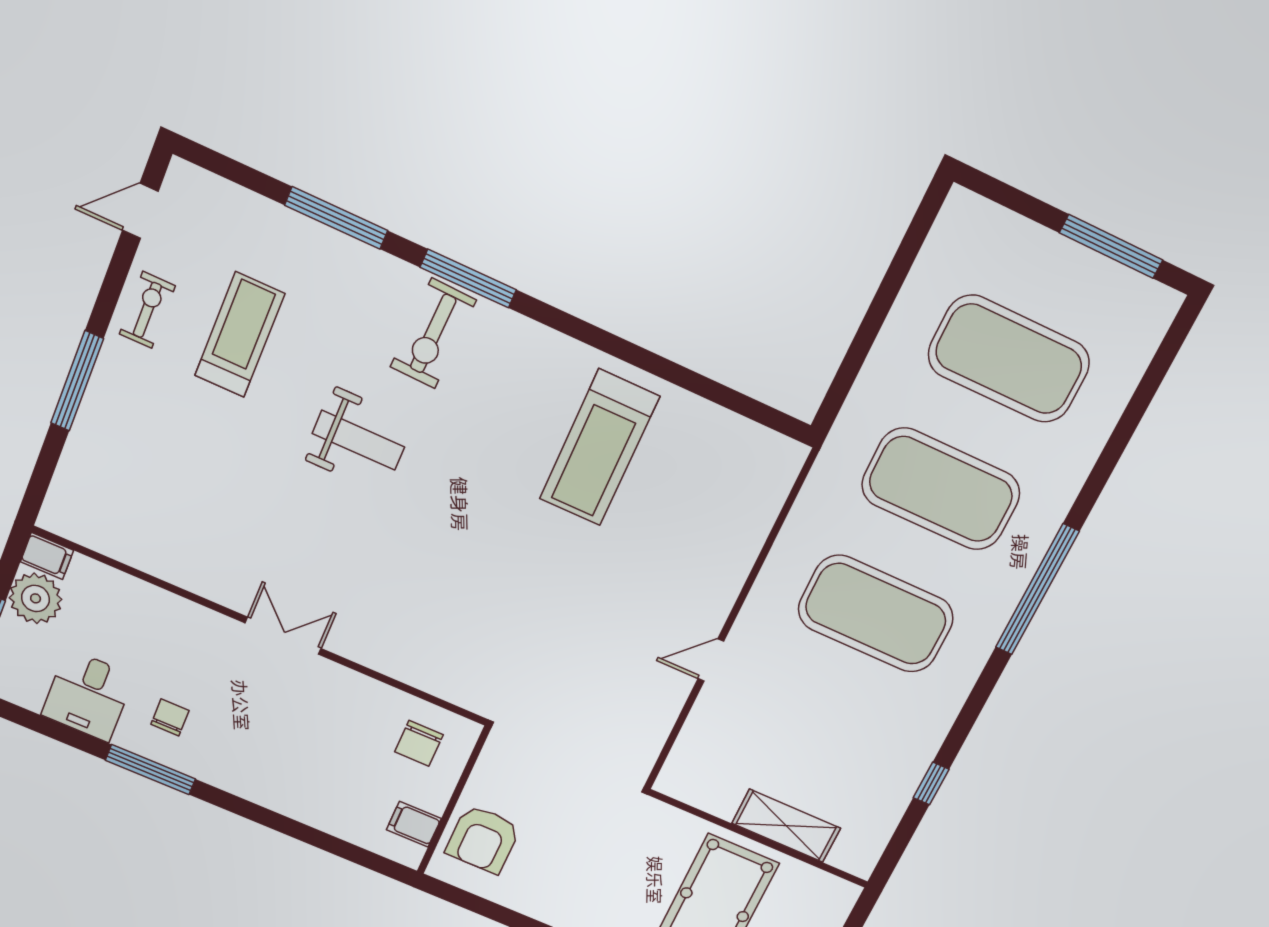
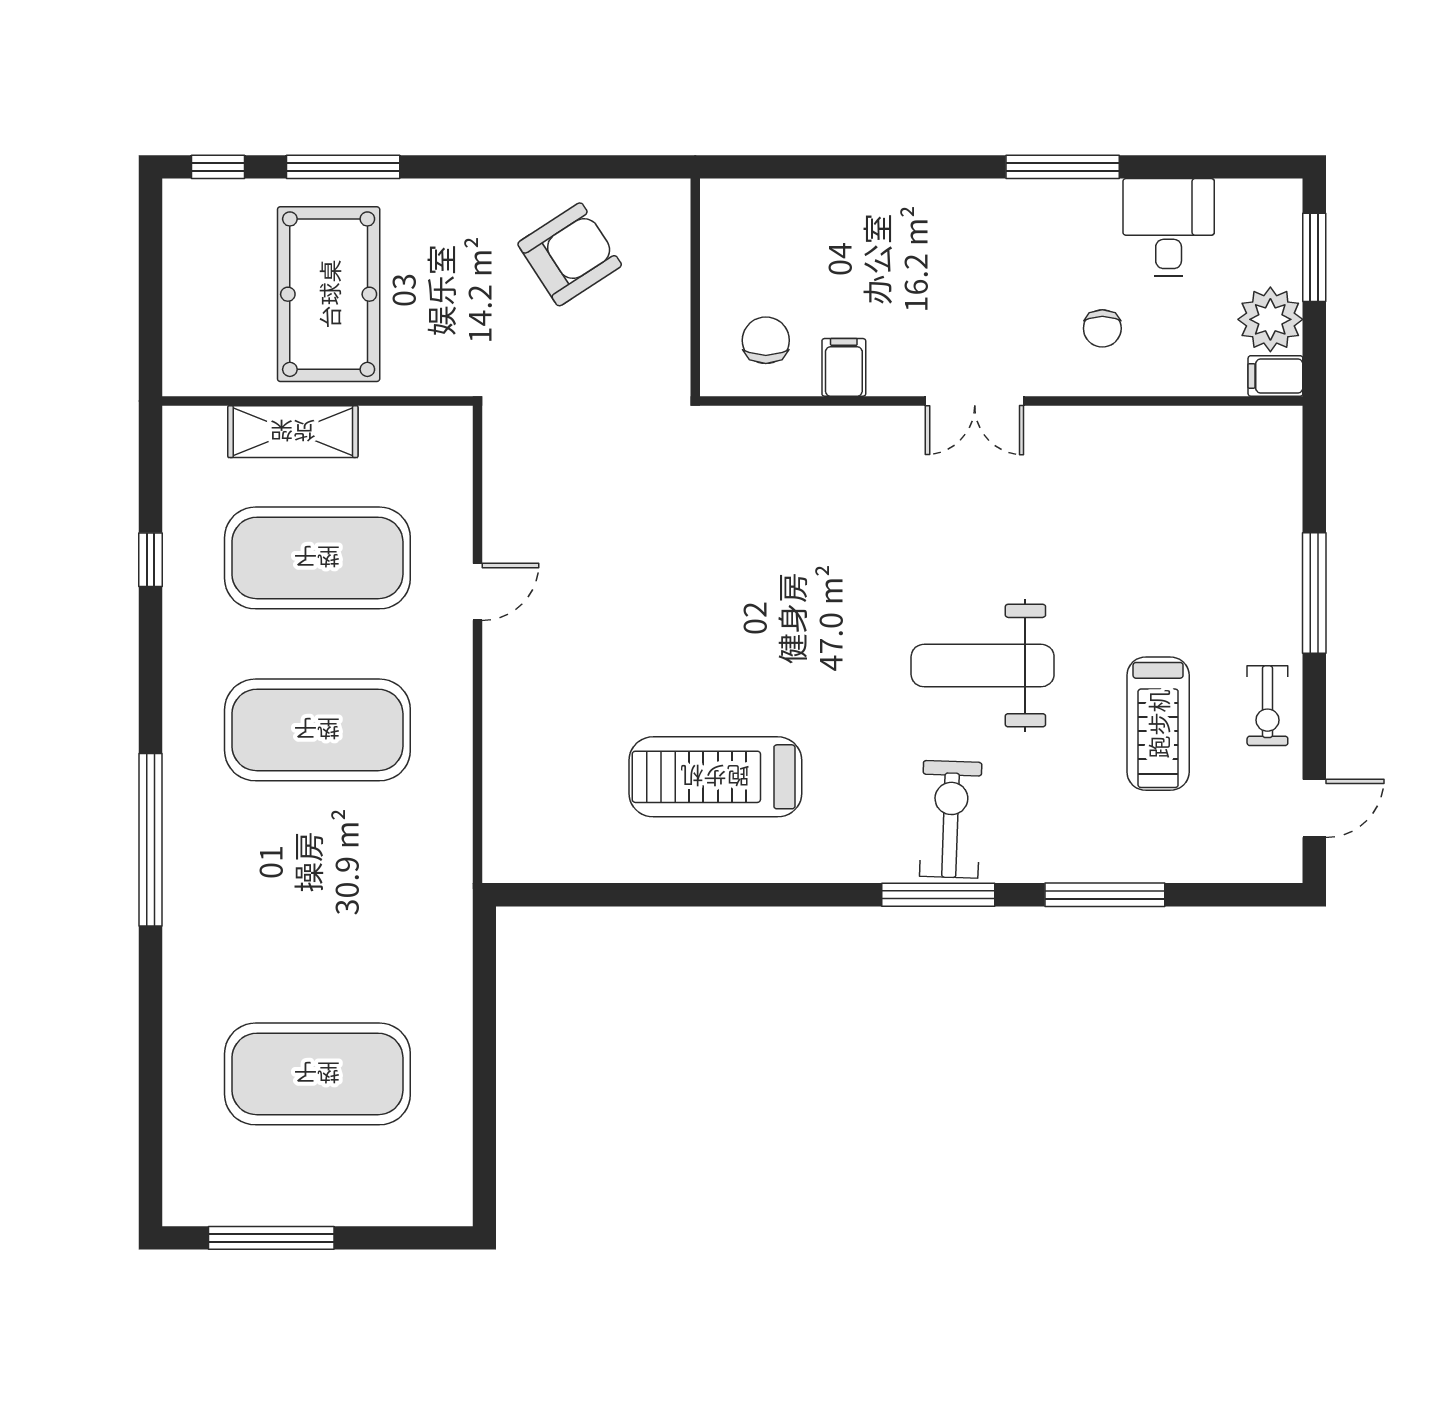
weight bench: (358, 440) -> (983, 666), width x1.36, depth x1.33
treadmill: (599, 448) -> (715, 777), turned -90
exercise mat: (941, 489) -> (317, 558), moved
chair: (170, 717) -> (1102, 328), moved
filing cabinet: (414, 824) -> (844, 367), moved, turned -90
armchair: (483, 839) -> (570, 254), moved, turned 57

